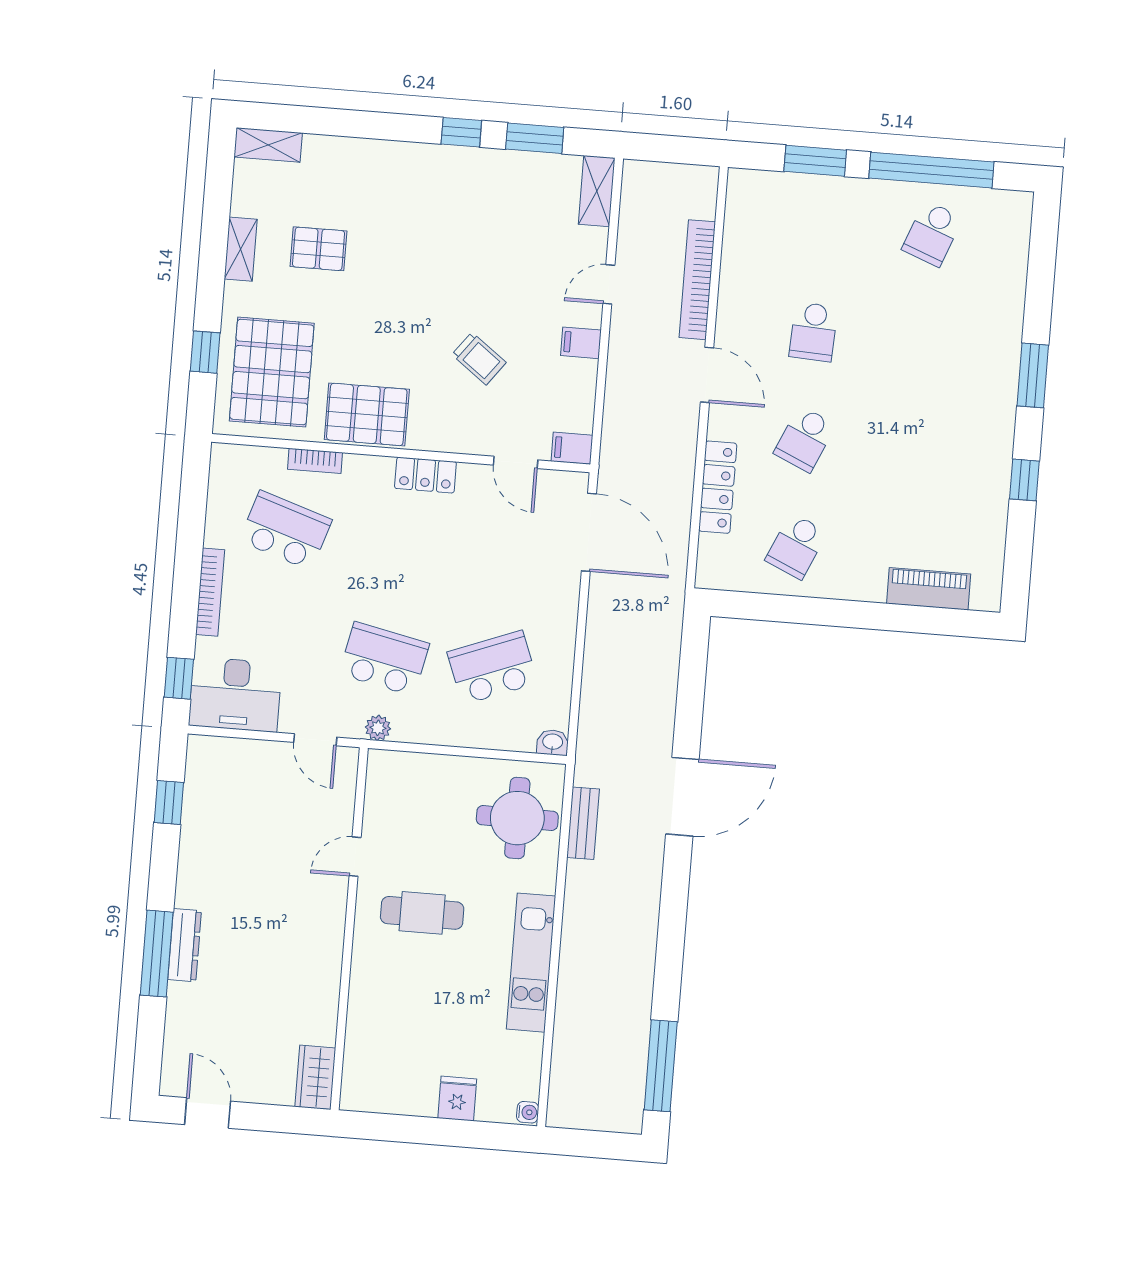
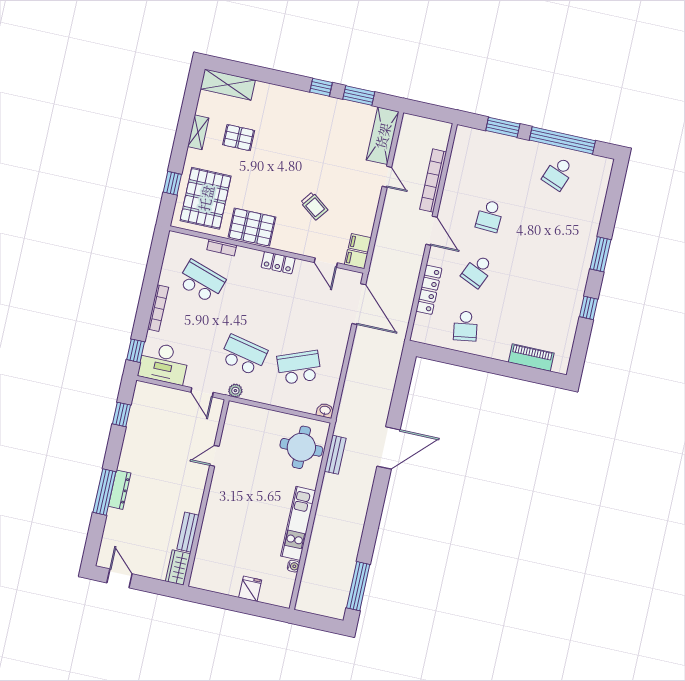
shelving: (268, 145) -> (228, 84), width x1.50, depth x1.33
shelving: (597, 191) -> (383, 136), width x1.50, depth x1.33
door: (609, 284) -> (387, 177), swing flipped
filing cabinet: (581, 343) -> (360, 243), moved
school desk: (796, 546) -> (465, 326), turned -33
cafe table: (422, 913) -> (245, 490), removed
bench: (325, 1008) -> (188, 532), added
water cooler: (528, 1112) -> (293, 566), moved

